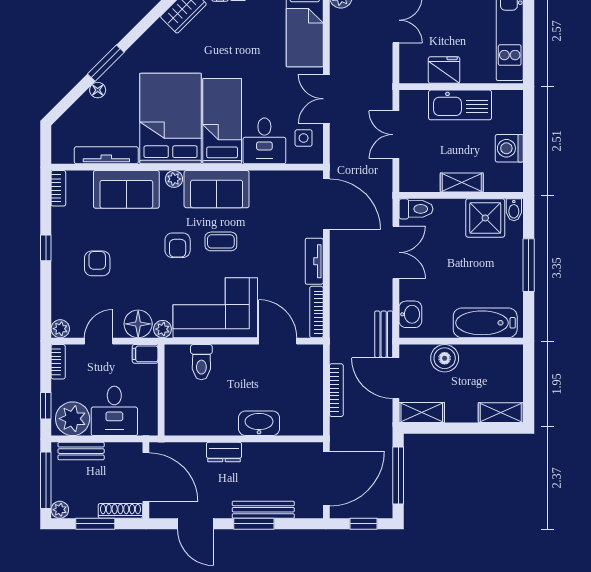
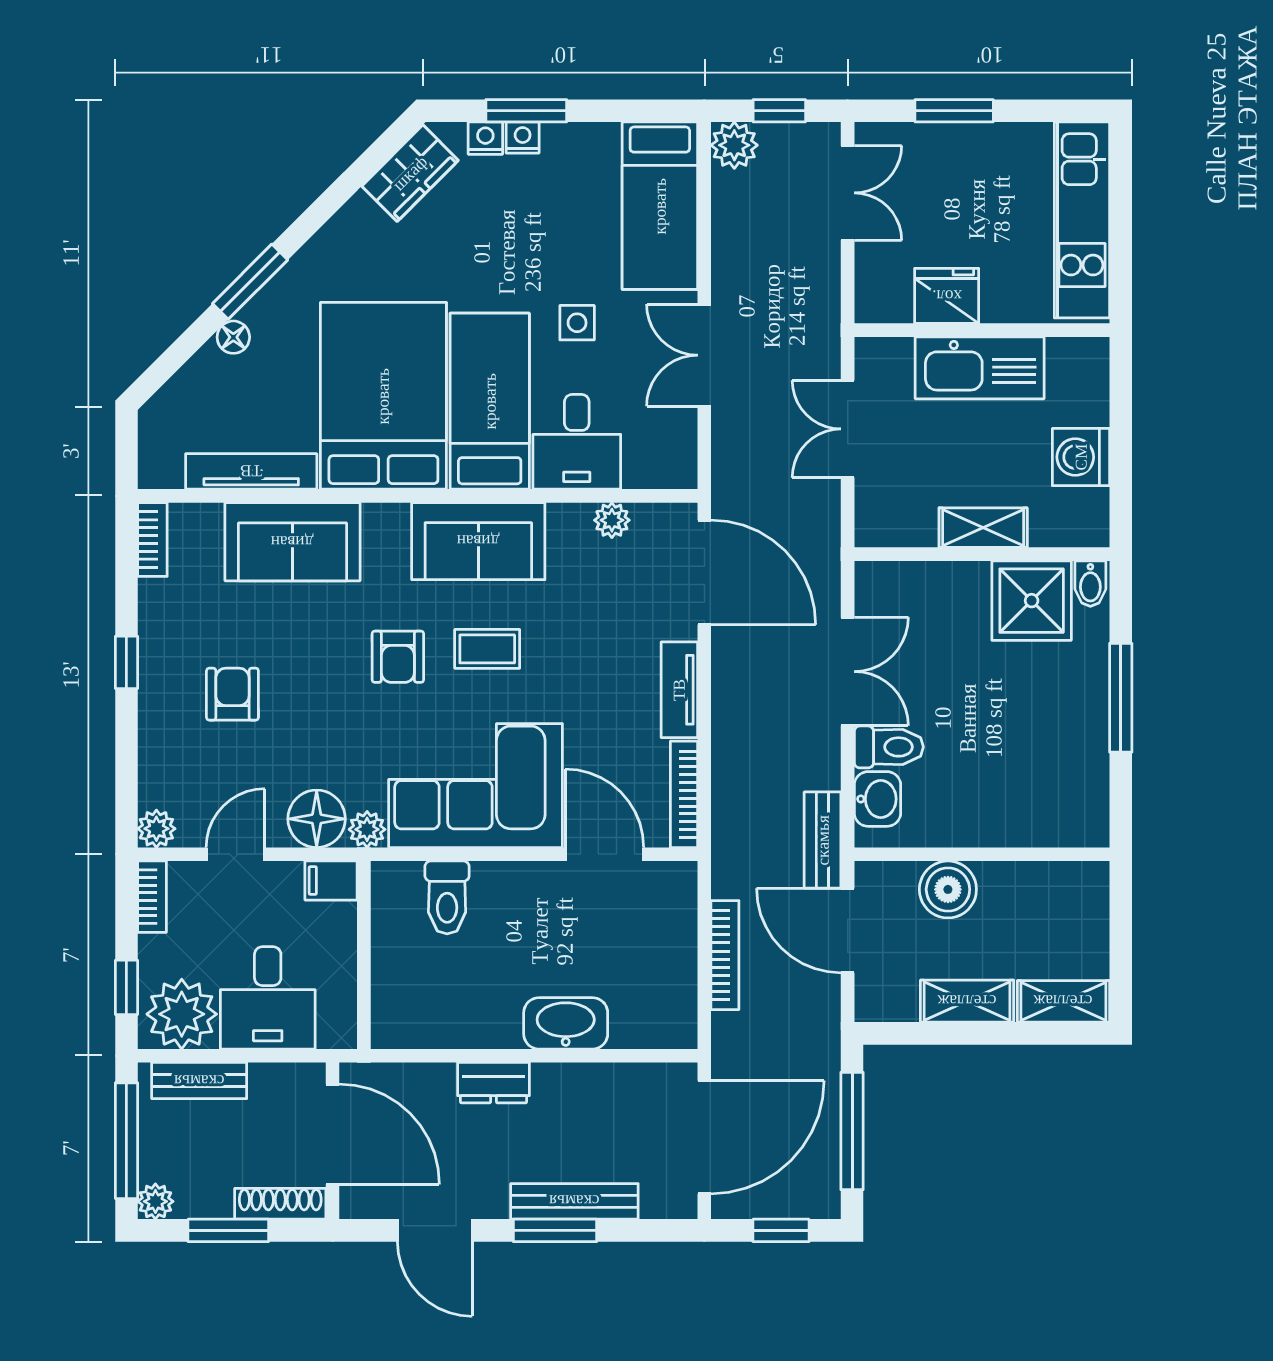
side table: (304, 138) -> (577, 323), moved
plant: (174, 179) -> (612, 520), moved
toilet: (416, 209) -> (889, 747), moved
bathtub: (485, 323) -> (1031, 817), removed
shelving: (422, 412) -> (967, 1001), moved

